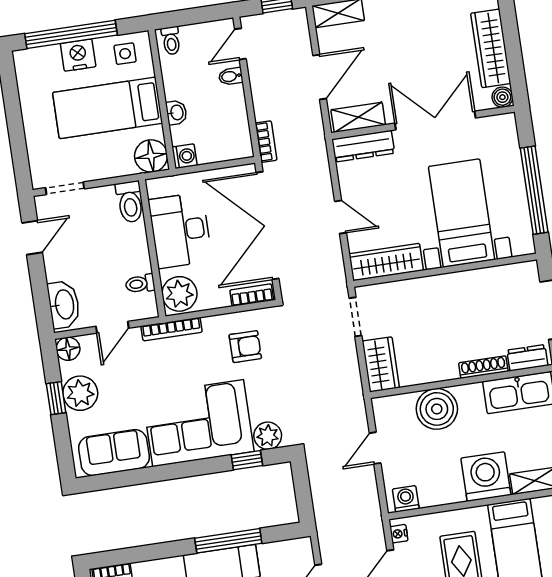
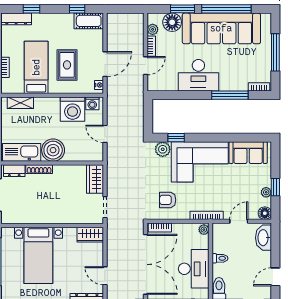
door: (341, 217) -> (105, 276), moved
wardrobe: (386, 262) -> (90, 235), width x0.67
toilet: (140, 284) -> (220, 258), moved
plant: (179, 294) -> (204, 230), width x0.53, depth x0.53
plant: (80, 393) -> (266, 192), width x0.53, depth x0.53
boiler: (437, 409) -> (53, 150), moved
door: (375, 448) -> (105, 134), swing flipped
washing machine: (486, 477) -> (73, 109), moved
window: (228, 541) -> (230, 95), moved

